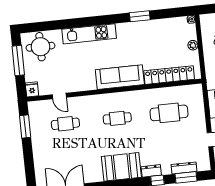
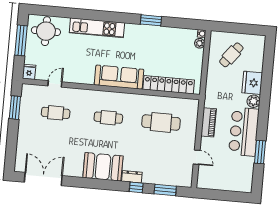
plant: (193, 45) -> (200, 43), moved
door: (59, 96) -> (55, 84), swing flipped
dresser: (184, 168) -> (165, 180), removed

